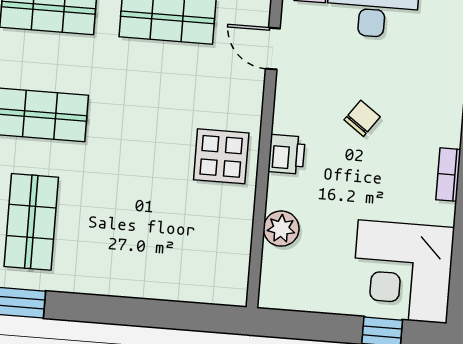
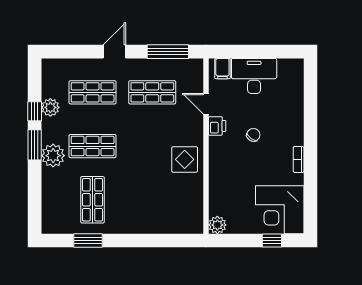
printer: (287, 154) -> (217, 126), moved
plant: (281, 229) -> (217, 225), moved

